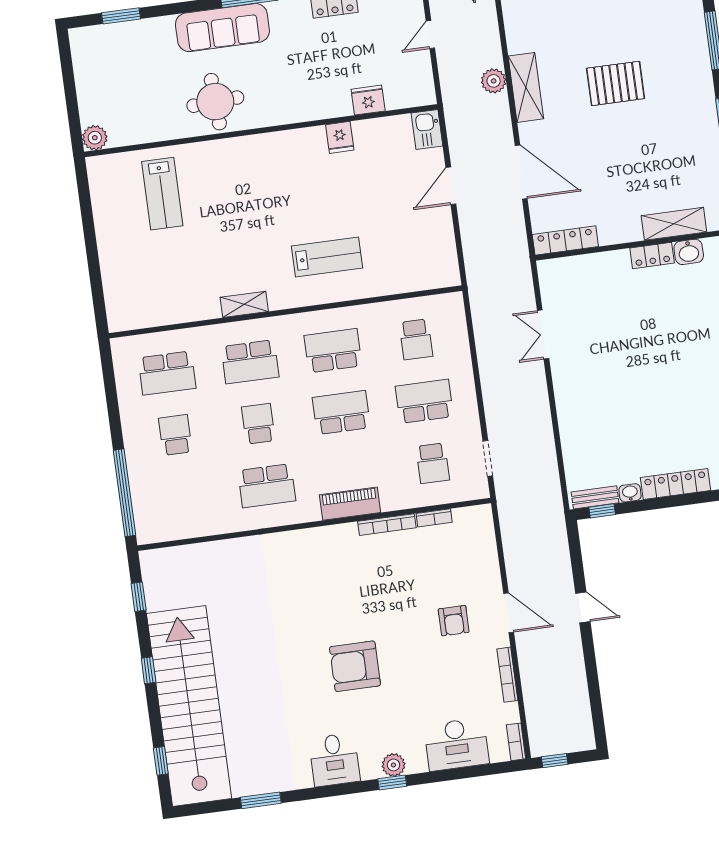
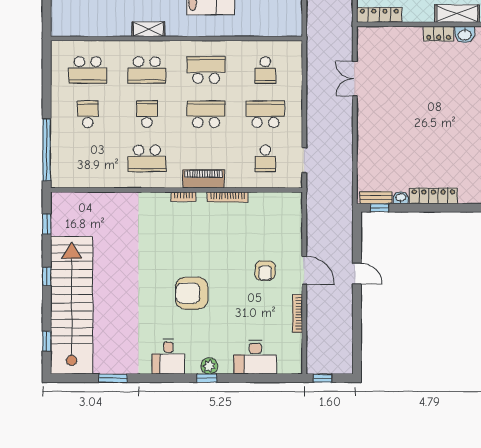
bookcase: (434, 518) -> (183, 197), moved
bookcase: (516, 742) -> (297, 361), removed

